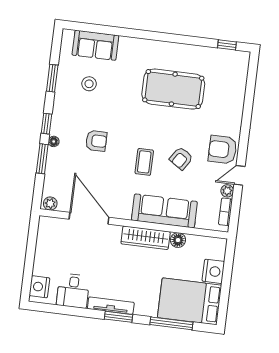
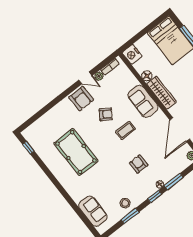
stool: (89, 84) -> (125, 203), moved
sofa: (164, 211) -> (143, 101), width x0.73
nightstand: (213, 271) -> (132, 54), moved, turned -90

